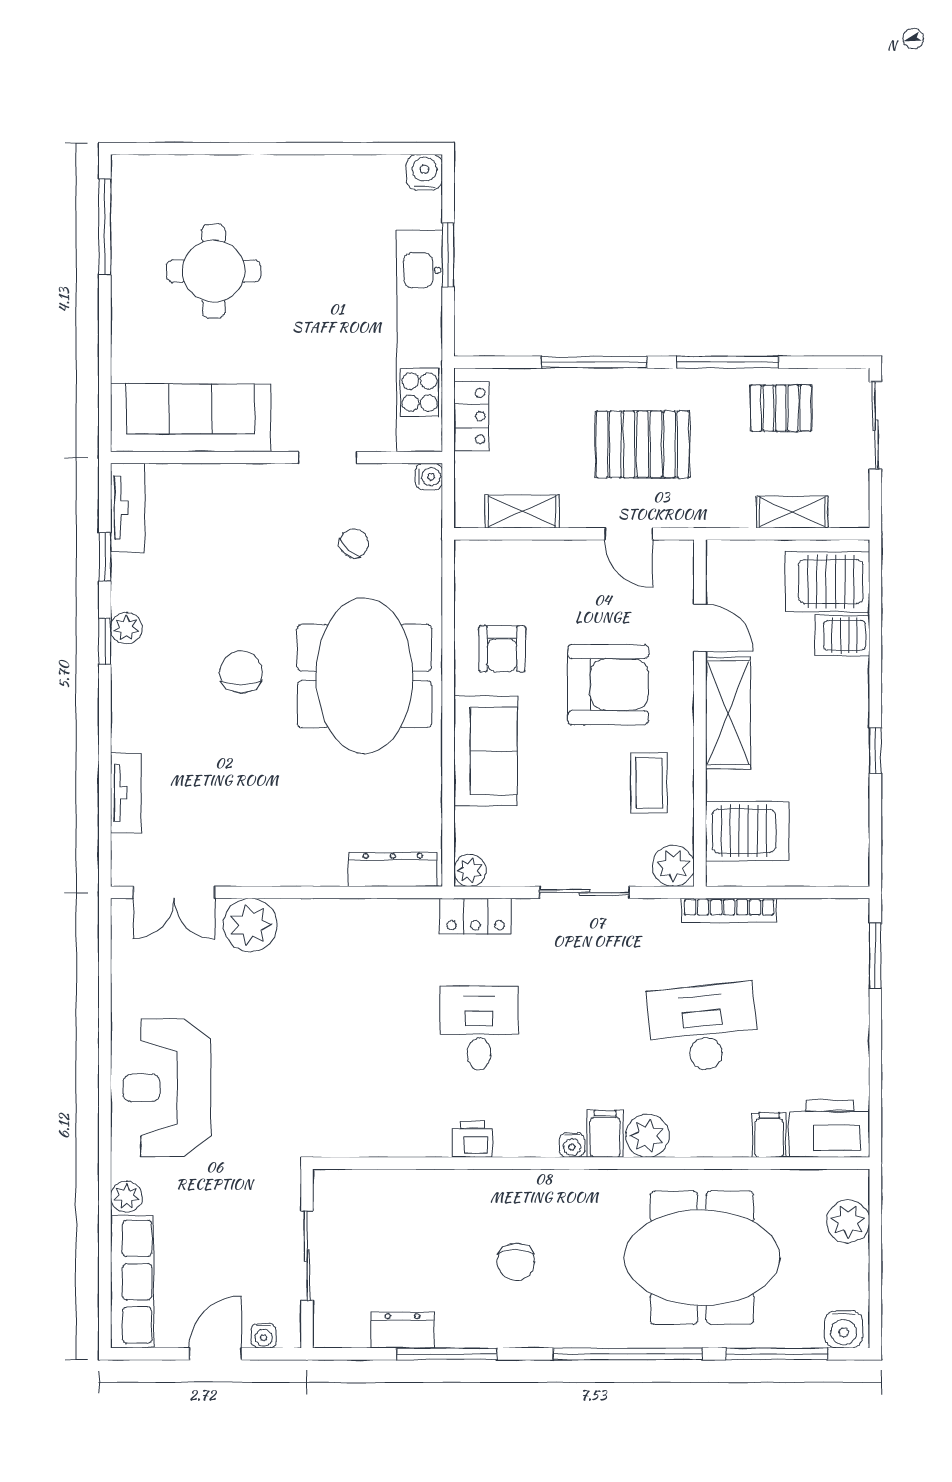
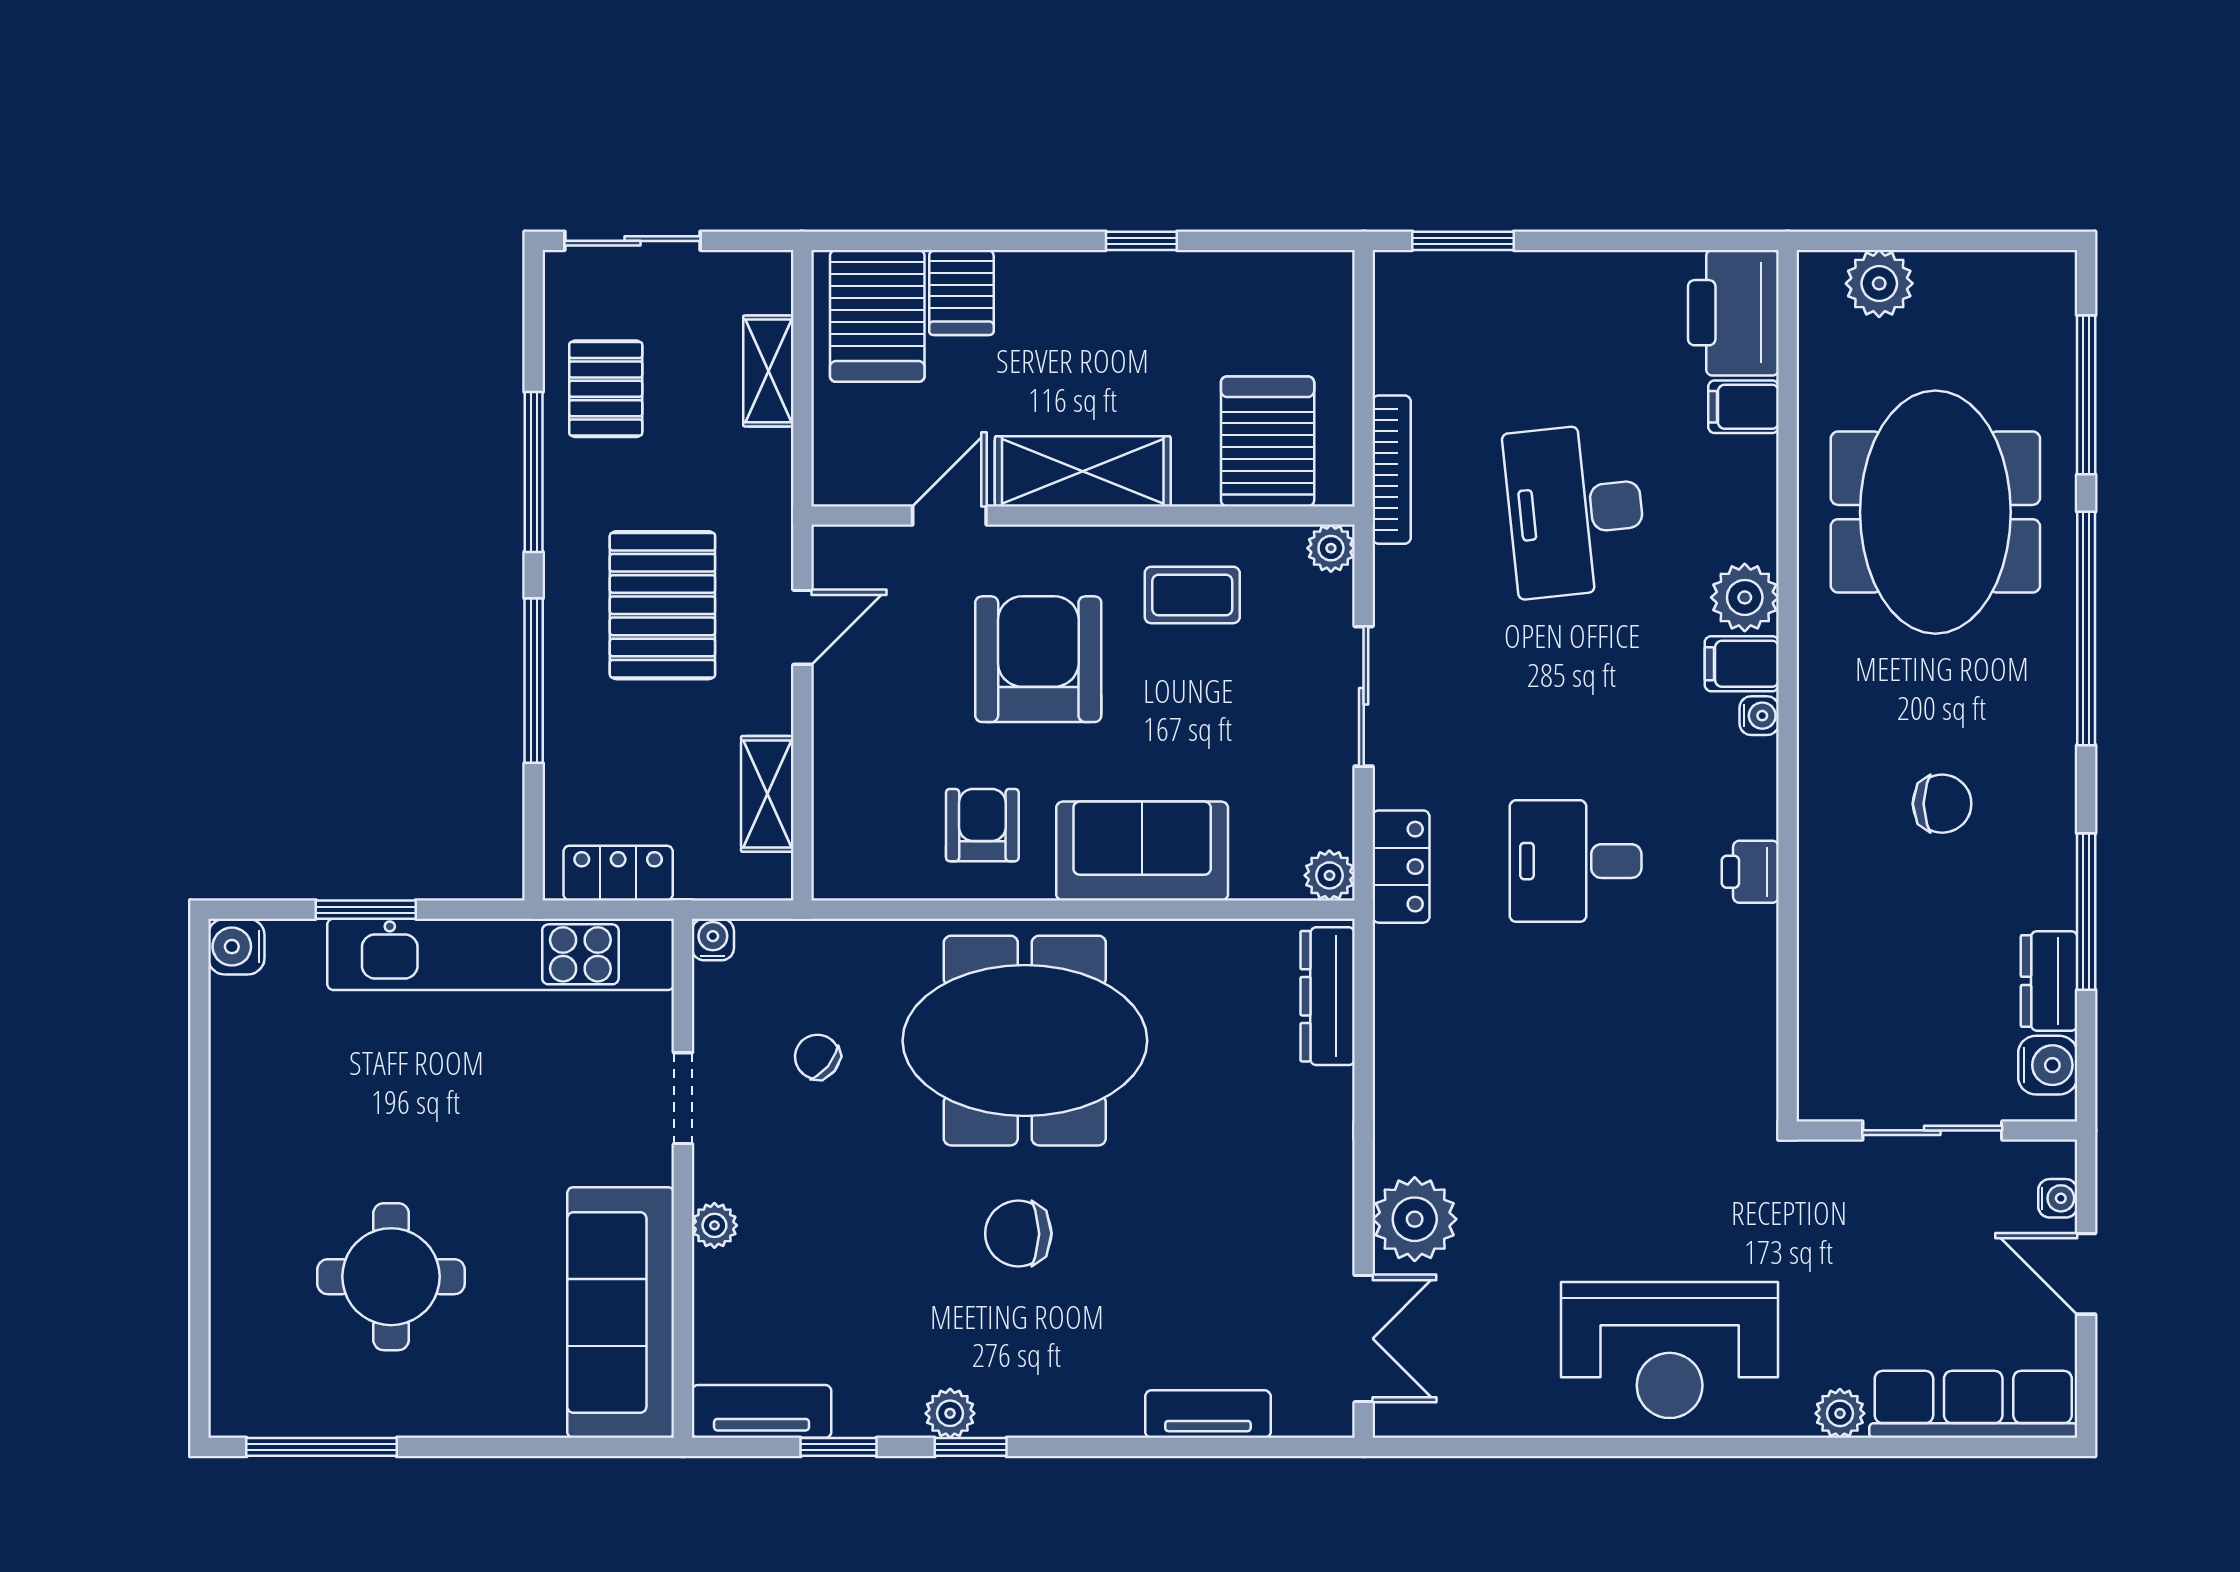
plant: (246, 478) -> (714, 1225), added
armchair: (502, 649) -> (982, 825), turned -90
plant: (673, 866) -> (1331, 548), width x0.73, depth x0.73
water cooler: (844, 1329) -> (2048, 1065), moved

